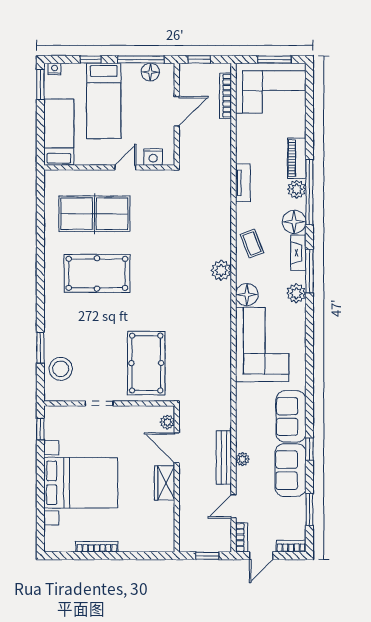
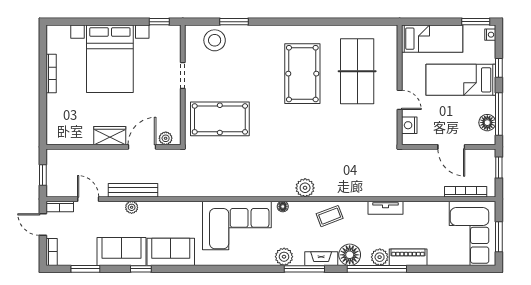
floor lamp: (247, 295) -> (283, 206), width x0.53, depth x0.53

